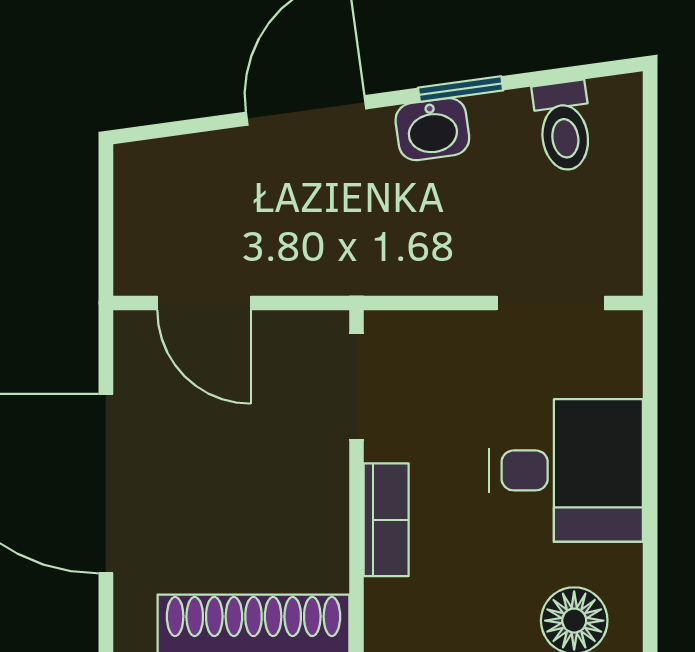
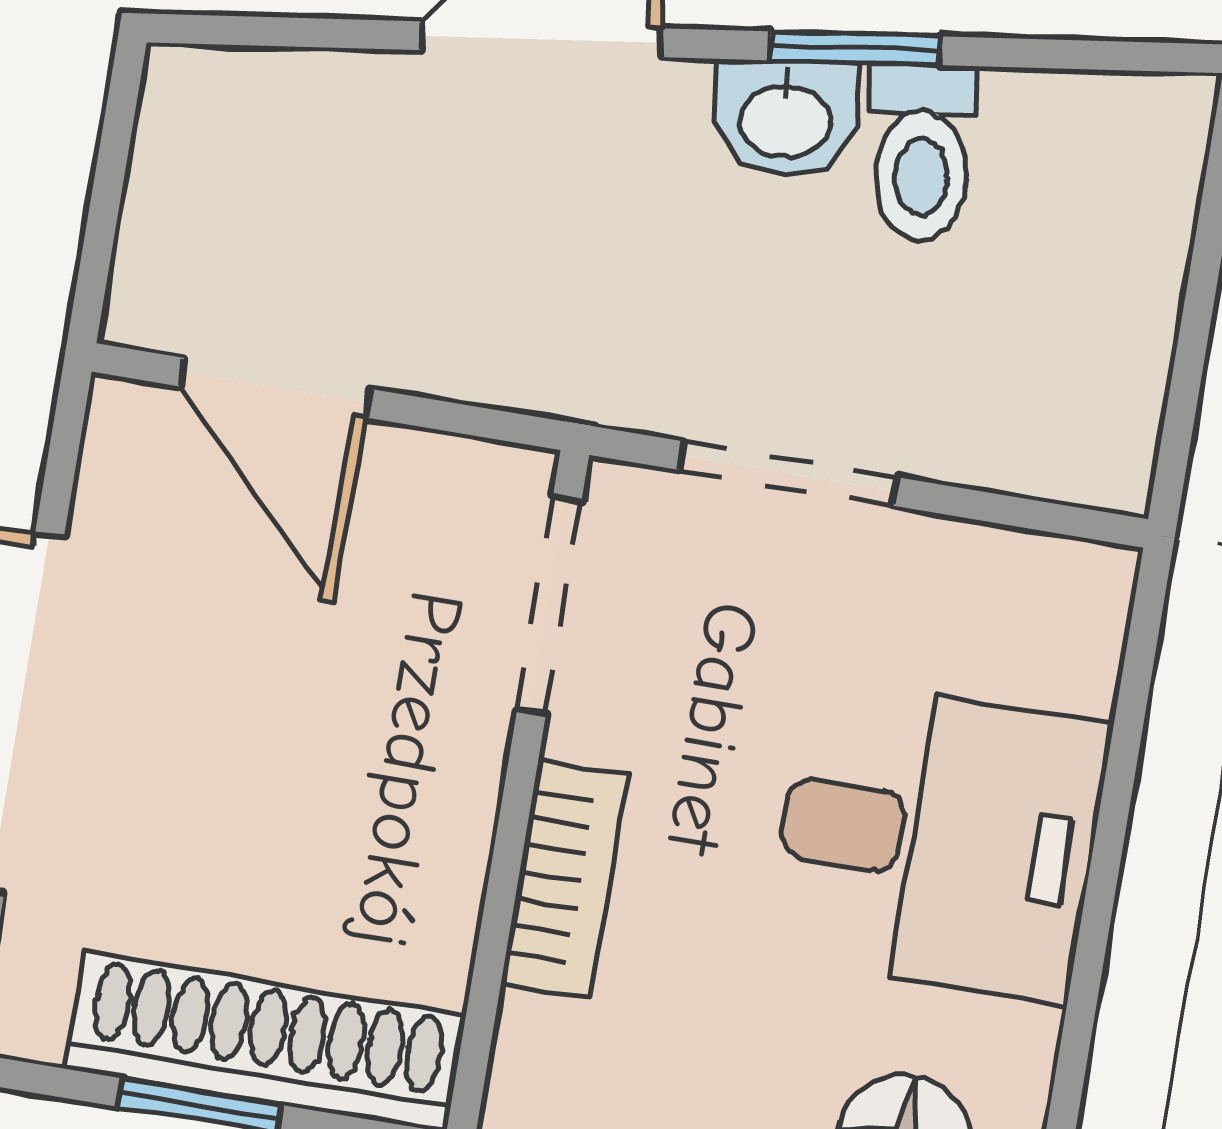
toilet: (564, 126) -> (922, 153), moved
doorway: (551, 303) -> (788, 474), moved

